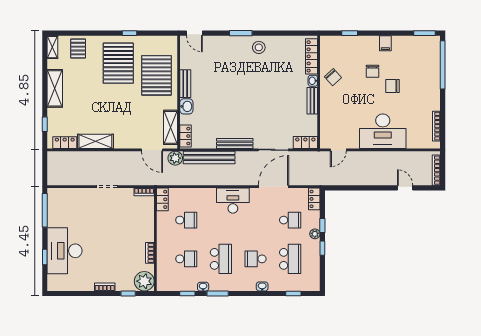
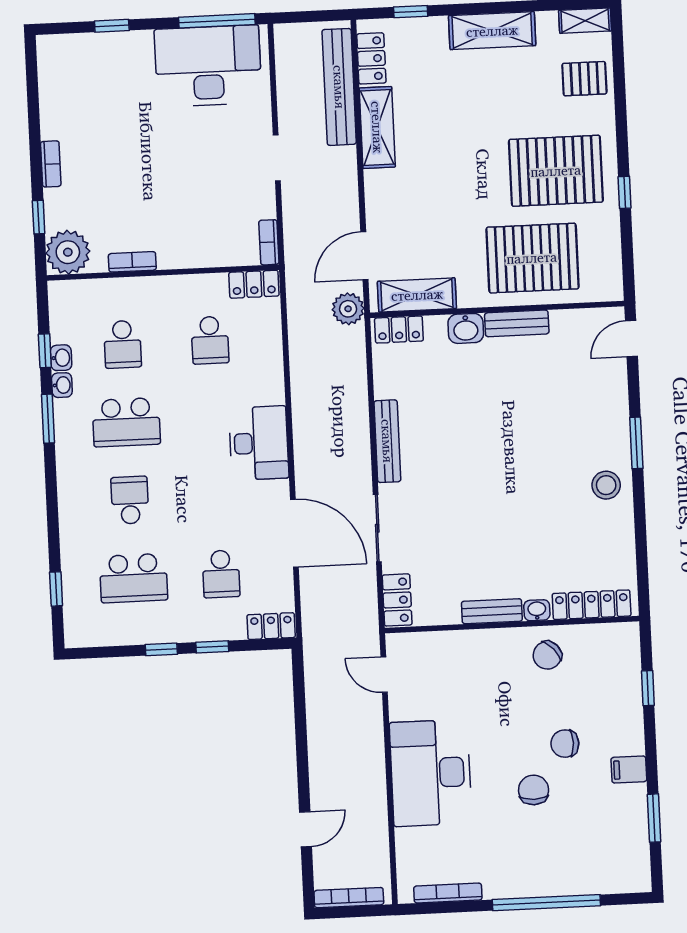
window: (424, 33) -> (654, 818), moved
window: (443, 65) -> (546, 903), moved
bench: (209, 157) -> (339, 87), moved
plant: (315, 234) -> (192, 631), removed
desk: (65, 251) -> (208, 66), moved
washbasin: (262, 286) -> (61, 358), moved

